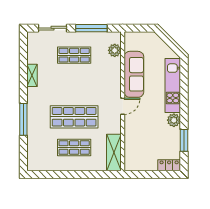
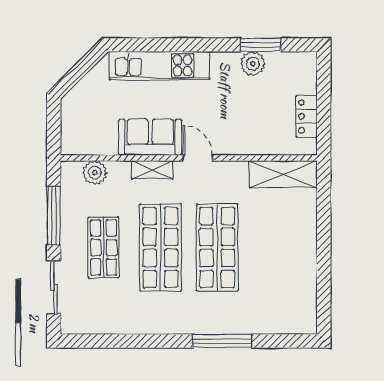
sofa: (134, 74) -> (150, 137), width x0.73
shelving: (32, 75) -> (152, 170), moved
plant: (174, 120) -> (253, 64), moved
shop shelf: (74, 148) -> (160, 247), moved, width x1.43, depth x1.36
locker: (169, 165) -> (307, 116), moved

